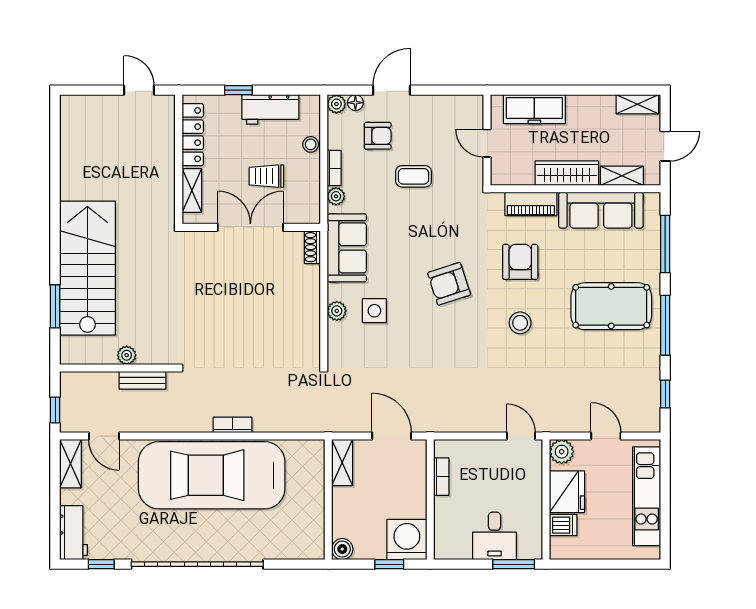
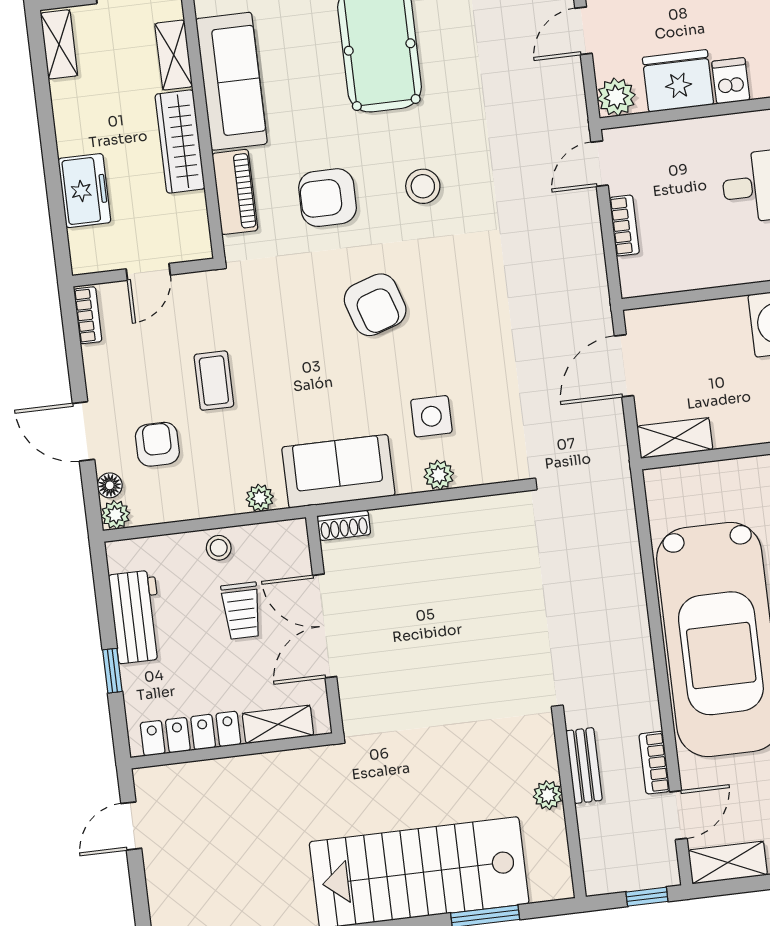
freezer: (534, 109) -> (84, 191), width x0.71
stool: (311, 144) -> (219, 548), moved
bookcase: (334, 168) -> (88, 315), moved, turned 90
bookcase: (232, 425) -> (654, 763), moved
bookcase: (441, 477) -> (624, 226), moved, turned 90

